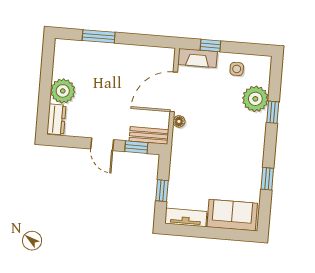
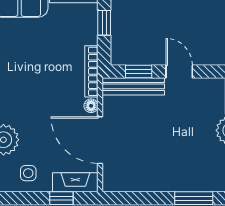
door: (174, 92) -> (100, 140), swing flipped
bench: (149, 135) -> (133, 86), width x1.36
bookcase: (176, 150) -> (91, 71), added

